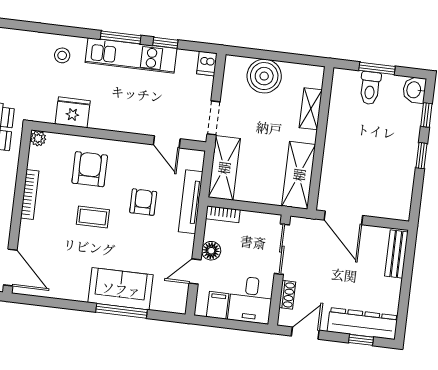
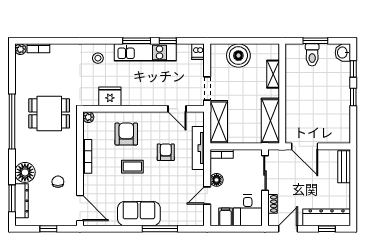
sofa: (121, 289) -> (139, 214), moved

